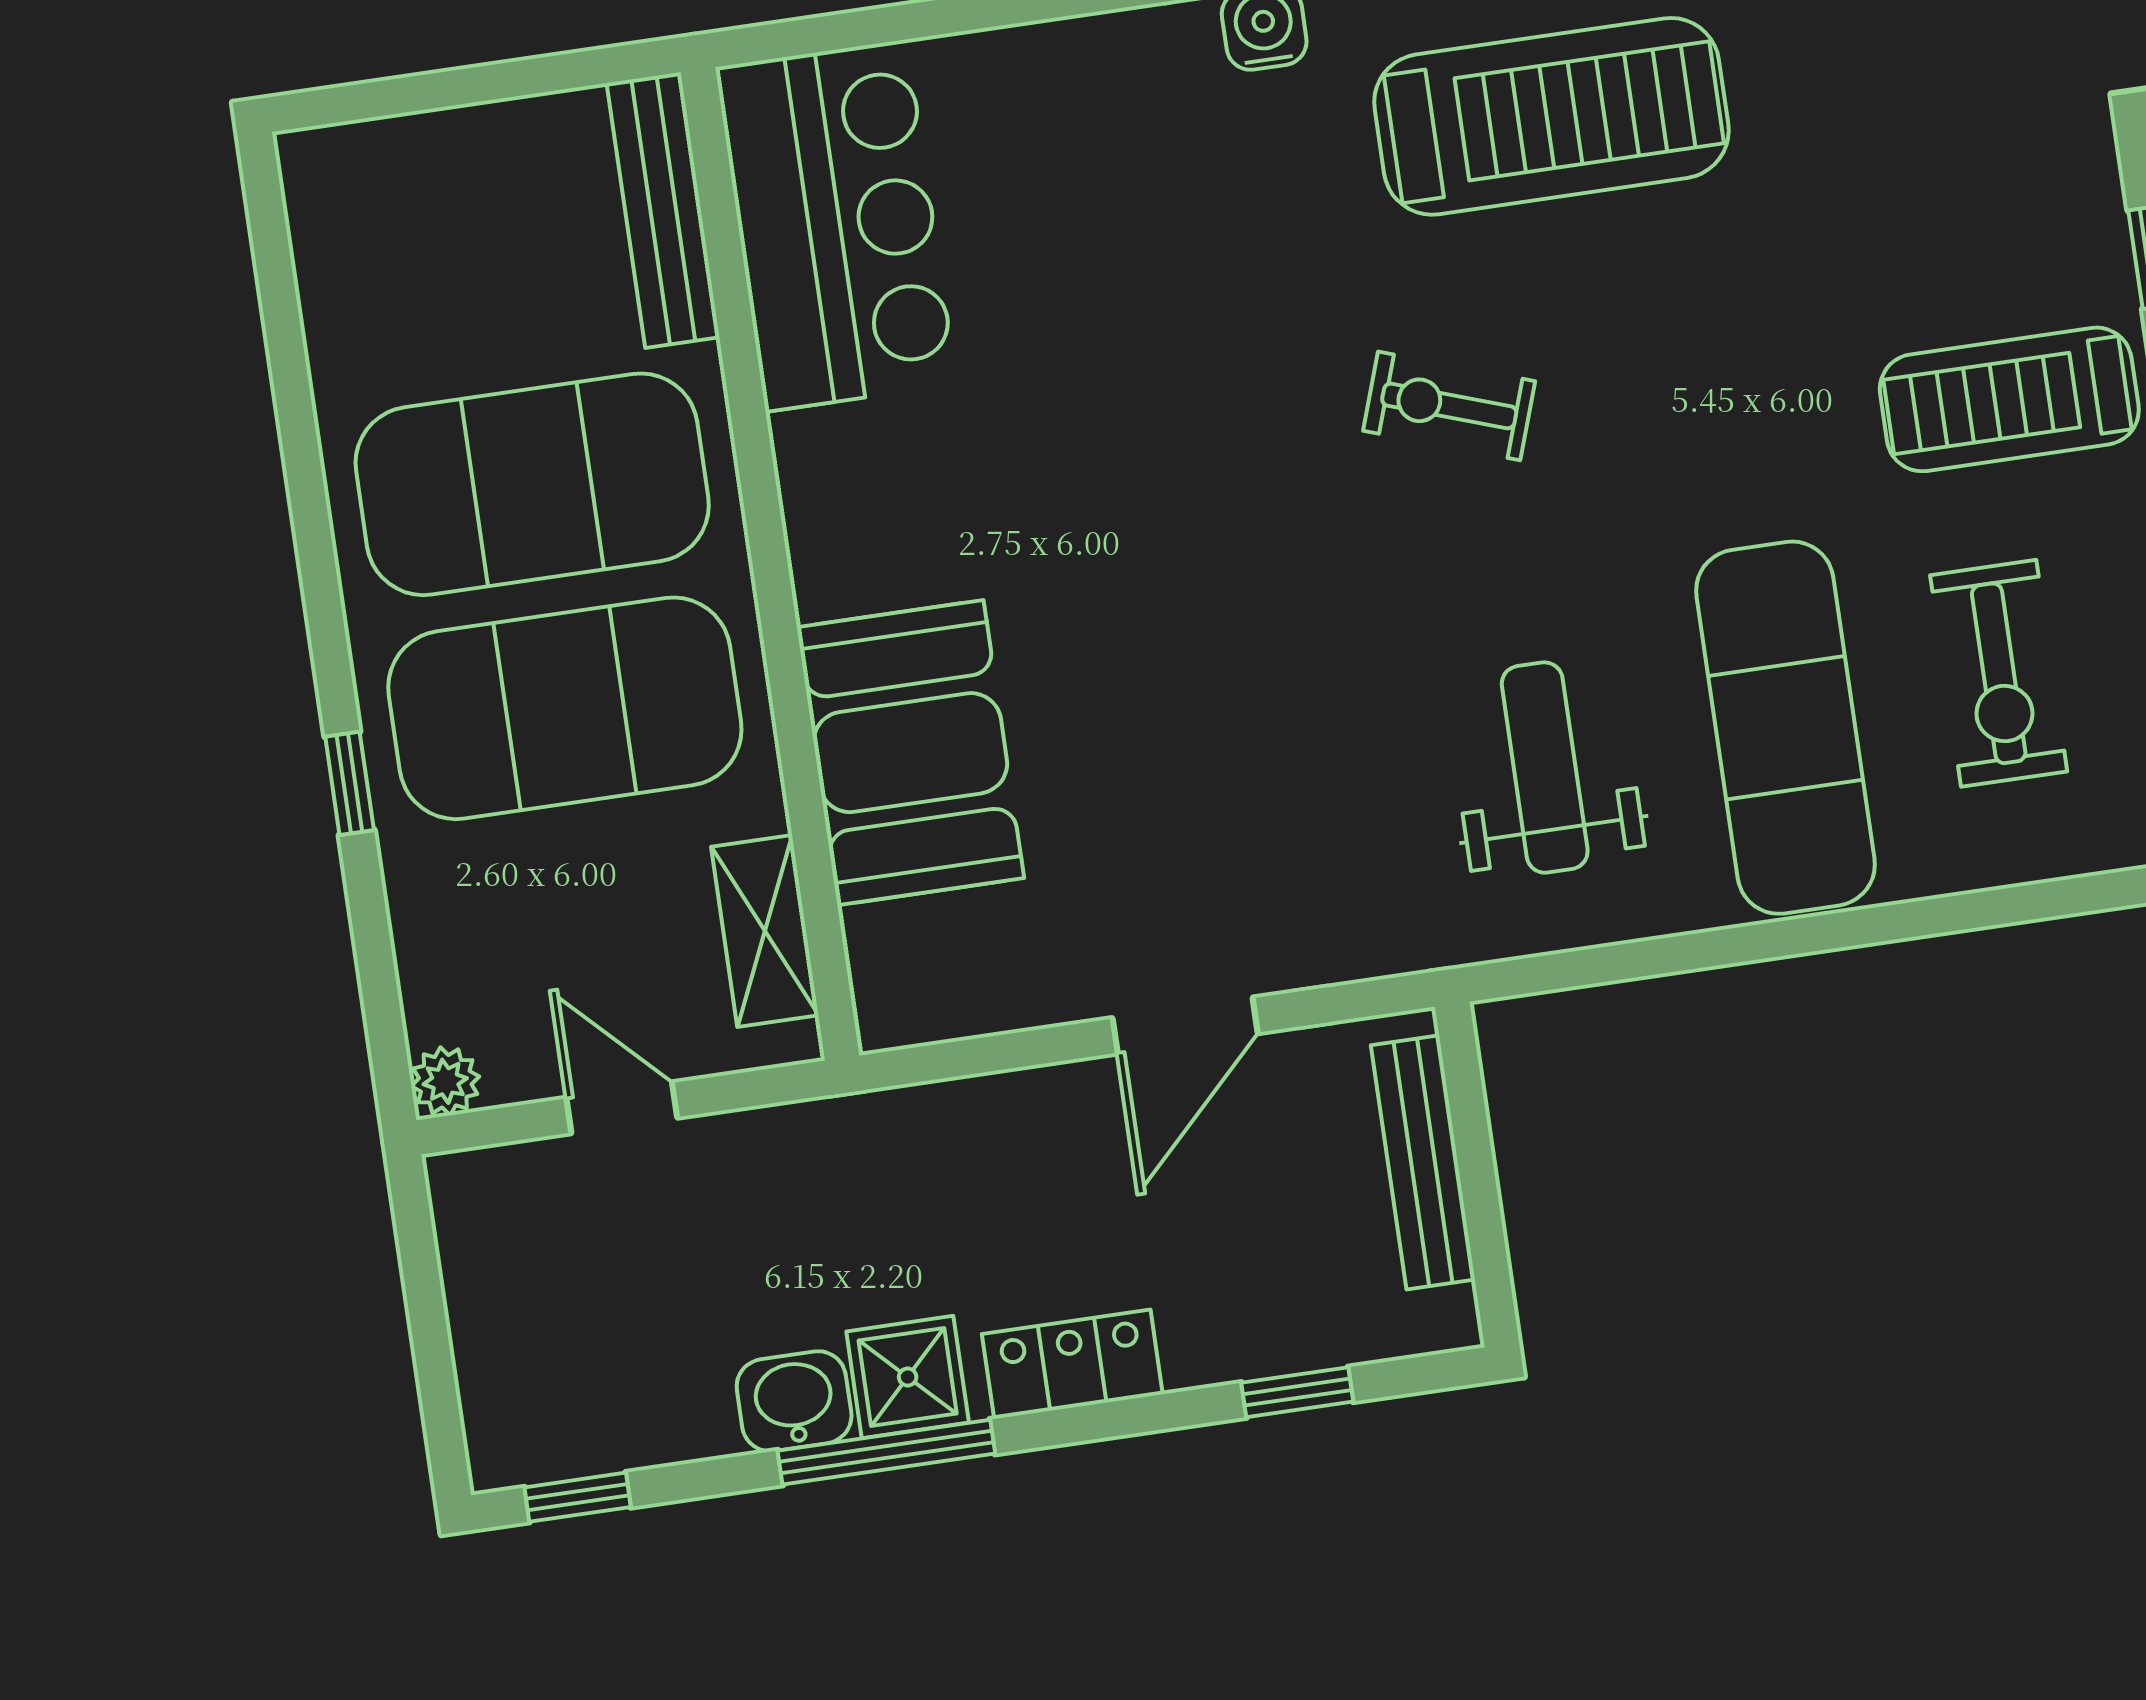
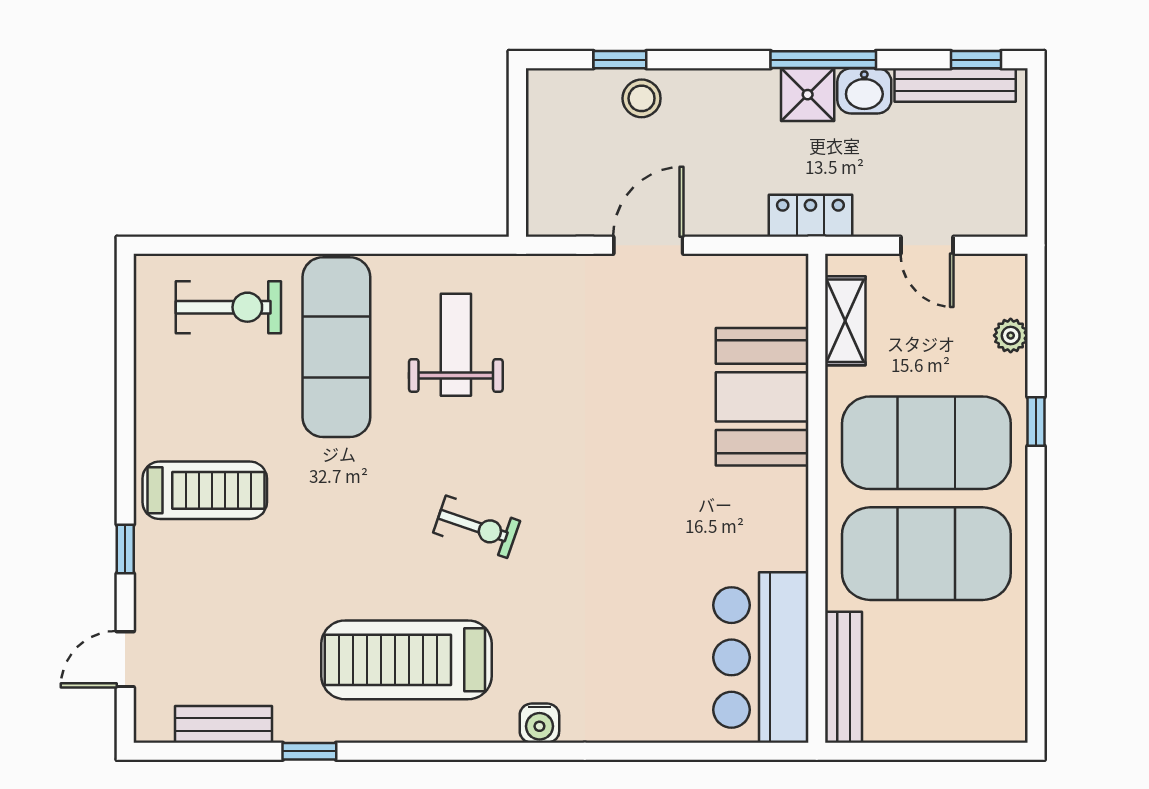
exercise bike: (1999, 673) -> (228, 307), moved, turned 90
weight bench: (1545, 768) -> (456, 345), turned 180
plant: (445, 1081) -> (1011, 336), moved
bench: (1423, 1162) -> (955, 85), moved, turned 90
stool: (1242, 1320) -> (642, 98), added
locker: (1072, 1364) -> (810, 216), moved, turned 180

